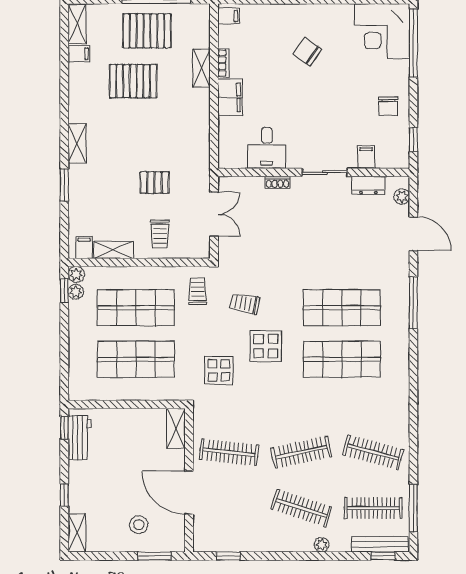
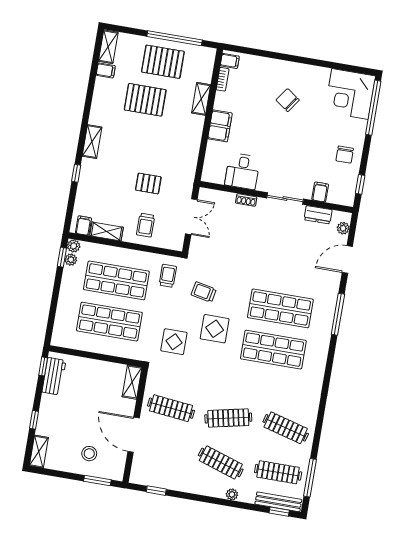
bookcase: (223, 63) -> (223, 79), moved
window: (64, 185) -> (76, 173), width x0.67
door: (413, 234) -> (347, 259), swing flipped

